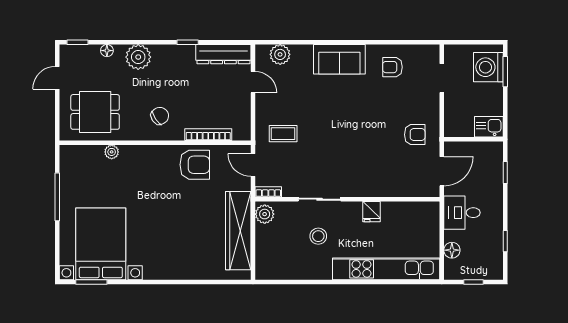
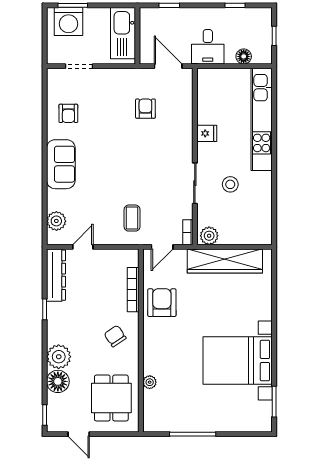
floor lamp: (107, 51) -> (58, 381), width x1.89, depth x1.89
kitchen sink: (489, 127) -> (123, 33), width x1.88, depth x1.24
armchair: (415, 135) -> (145, 109), moved
bed with nightstands: (101, 244) -> (238, 361), moved

